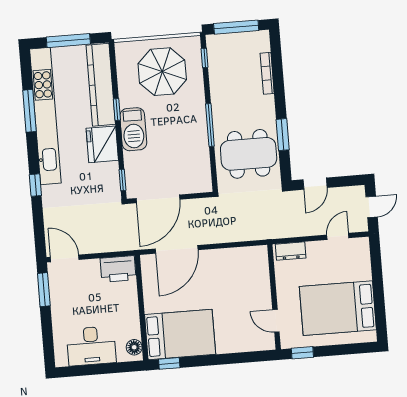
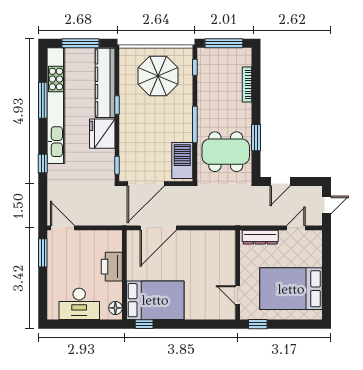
barbecue: (133, 129) -> (182, 160), moved, turned 180
dresser: (291, 251) -> (260, 237), width x1.44
printer: (118, 269) -> (112, 267), moved, turned 90

